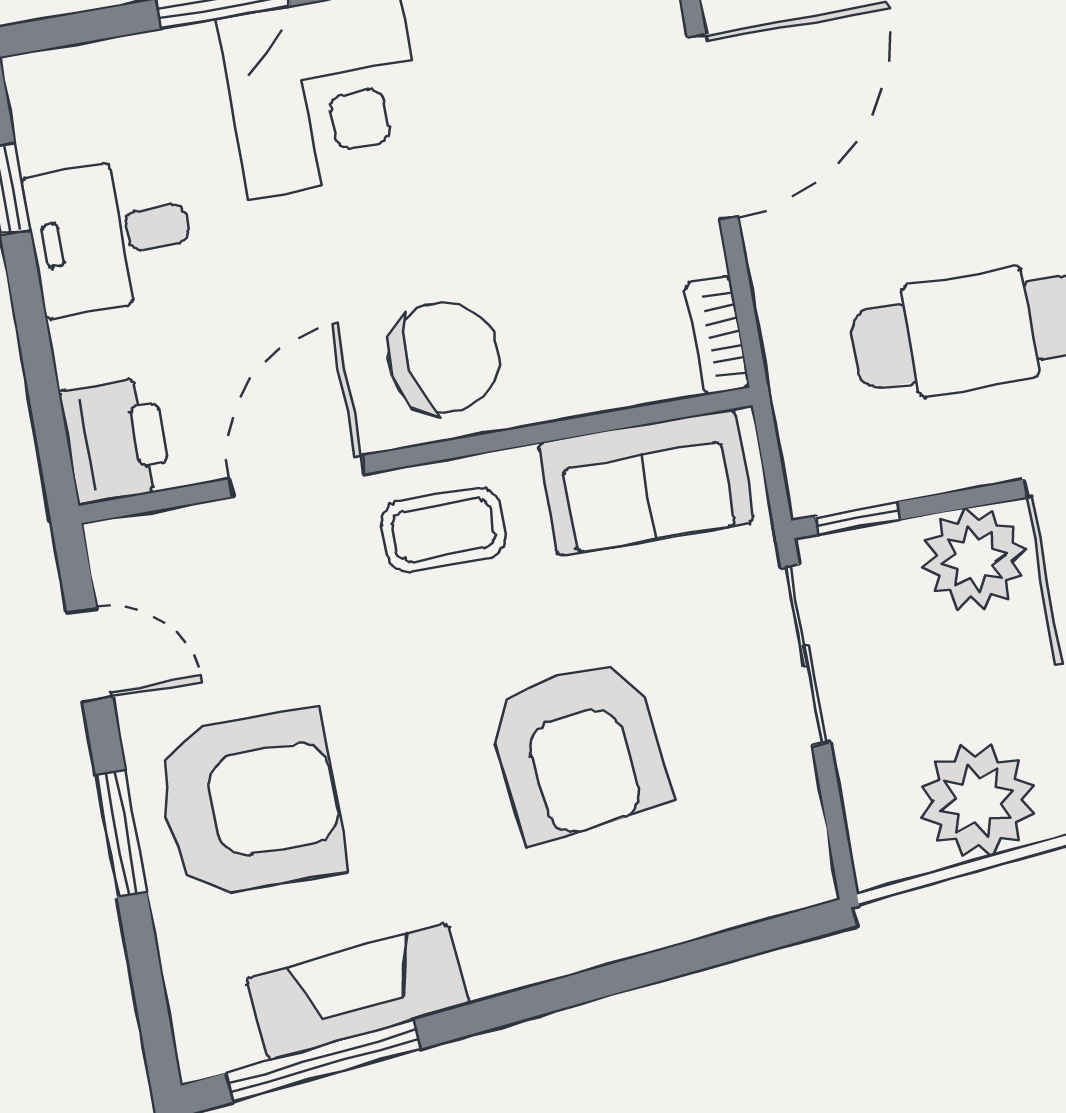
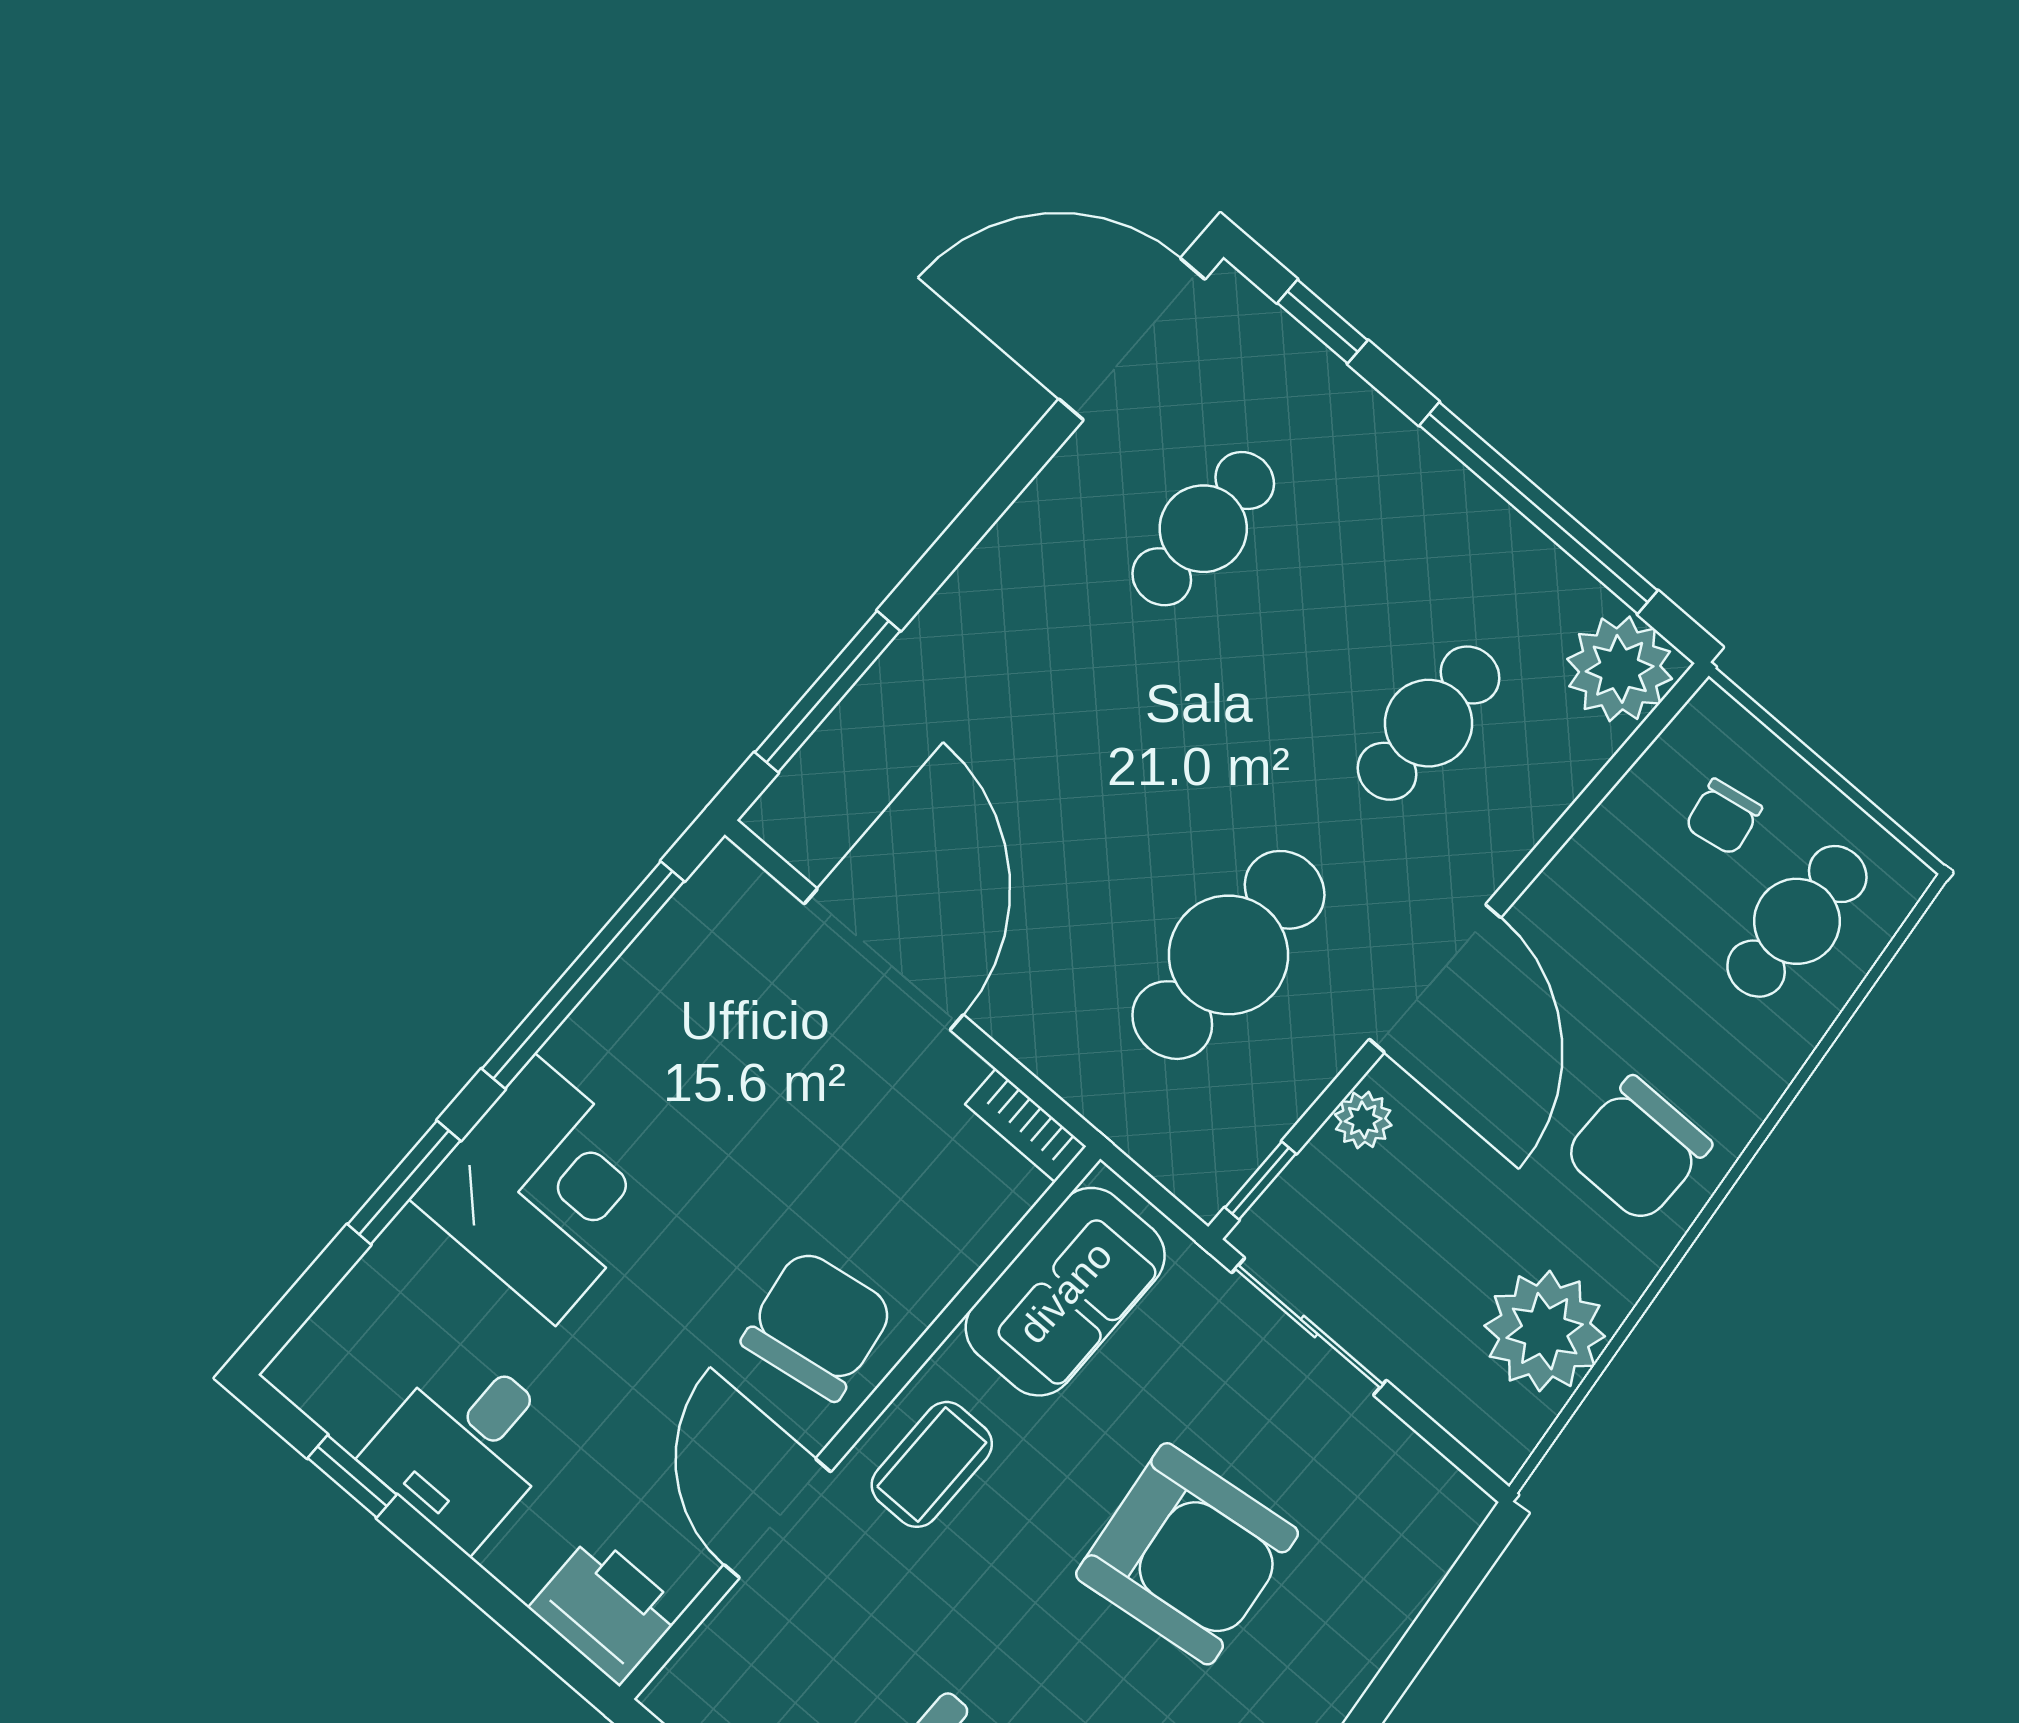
plant: (974, 559) -> (1363, 1120), width x0.53, depth x0.53

